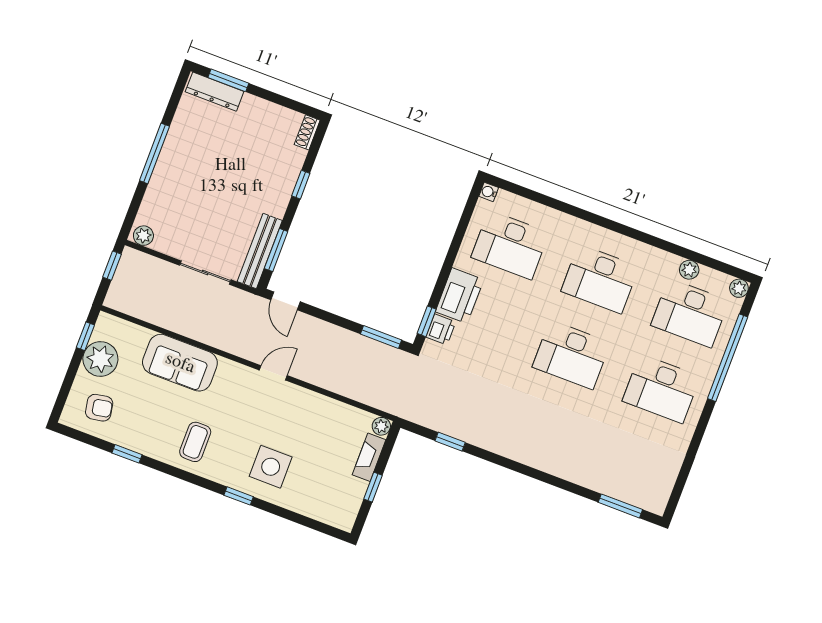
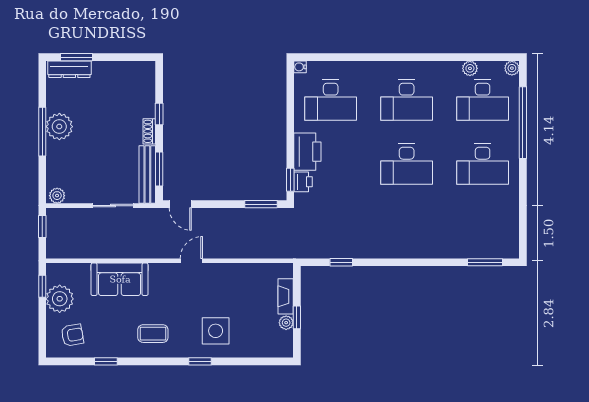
shoe rack: (307, 132) -> (149, 131), moved
plant: (177, 155) -> (59, 127), added
plant: (381, 426) -> (286, 323), moved
coffee table: (195, 442) -> (153, 334), turned 90

